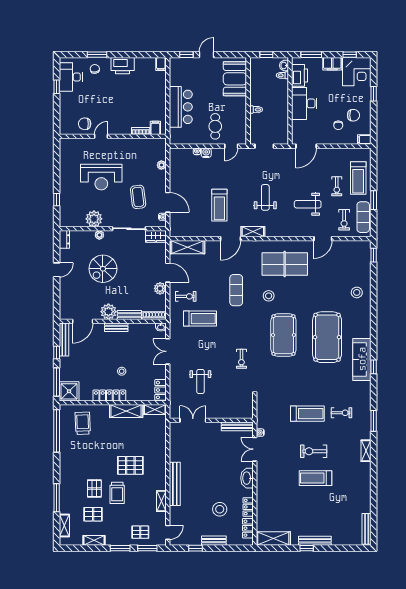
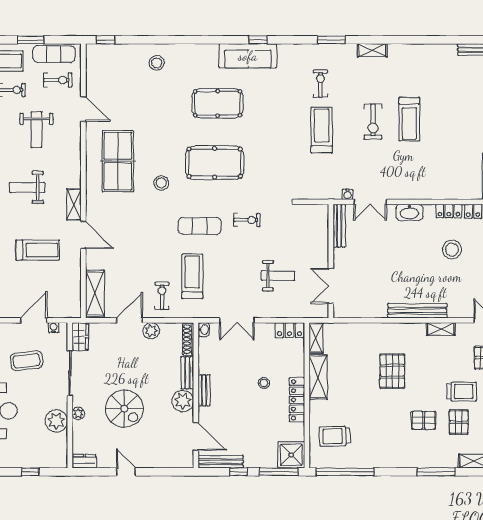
exercise mat: (236, 290) -> (200, 226), moved
pool table: (327, 337) -> (218, 103), width x0.73, depth x0.76
trolley: (117, 493) -> (462, 392), moved

